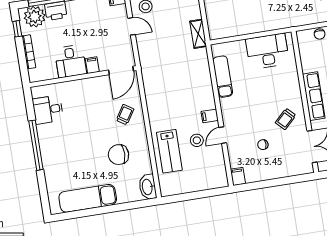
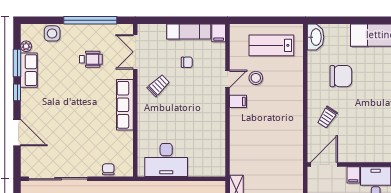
exam couch: (223, 77) -> (189, 32), moved, turned -90
lab bench: (169, 151) -> (271, 45), moved, turned -90

